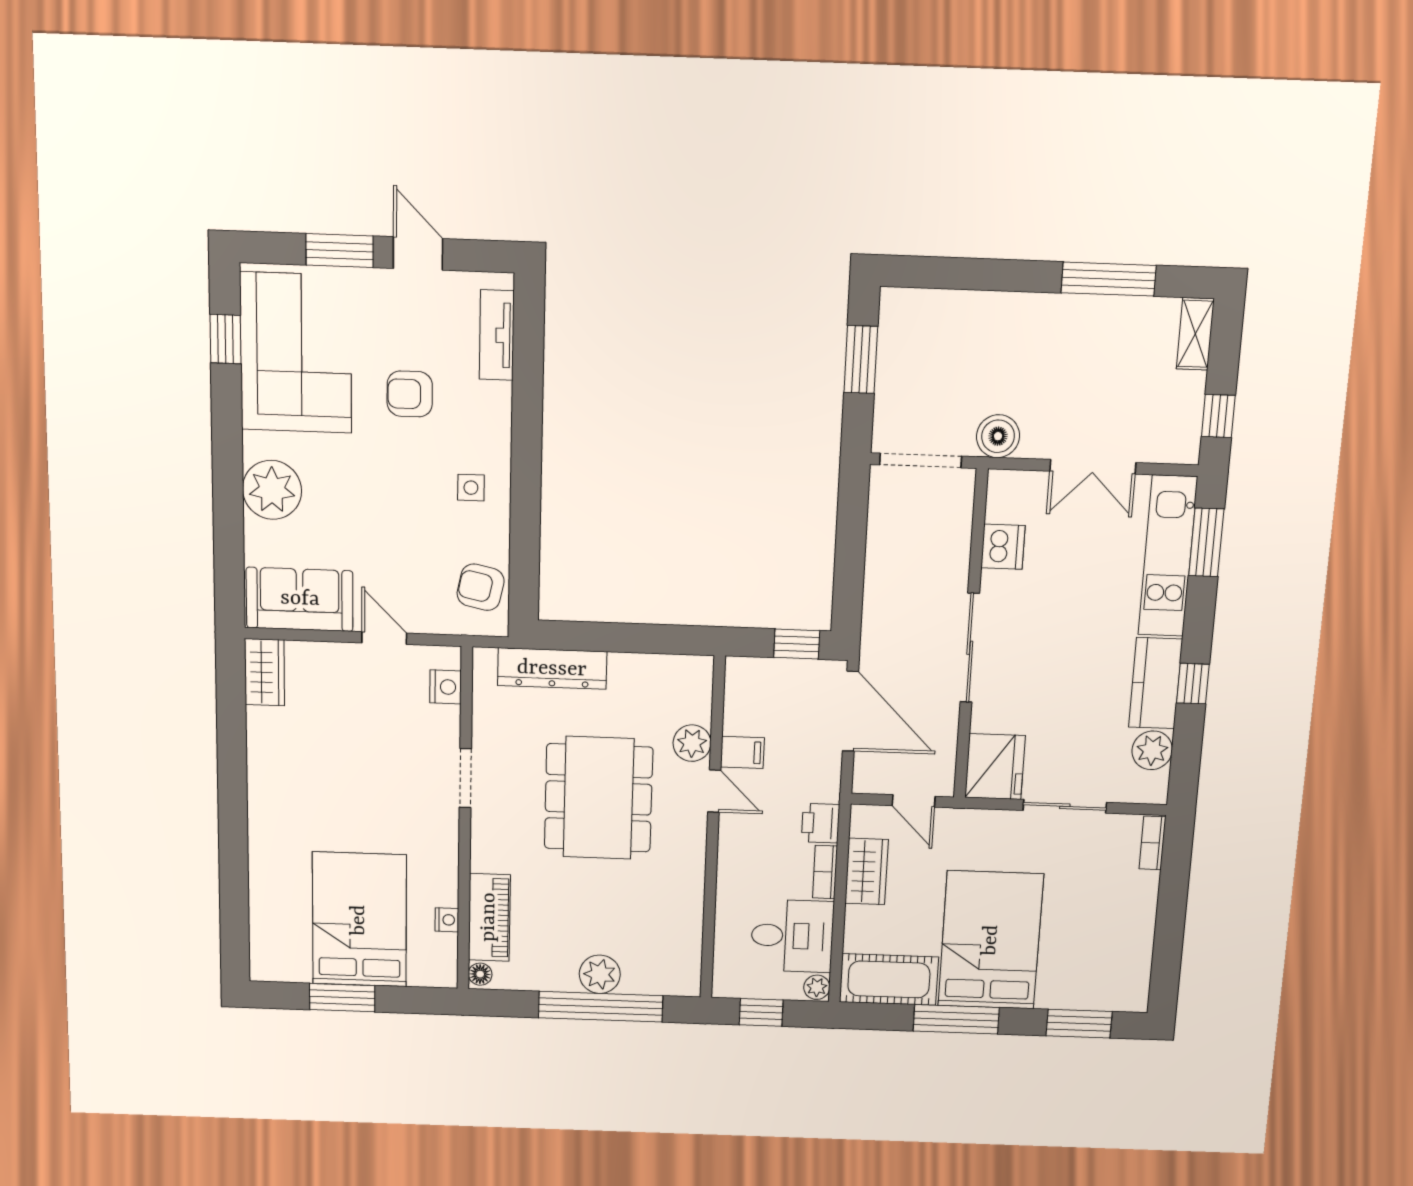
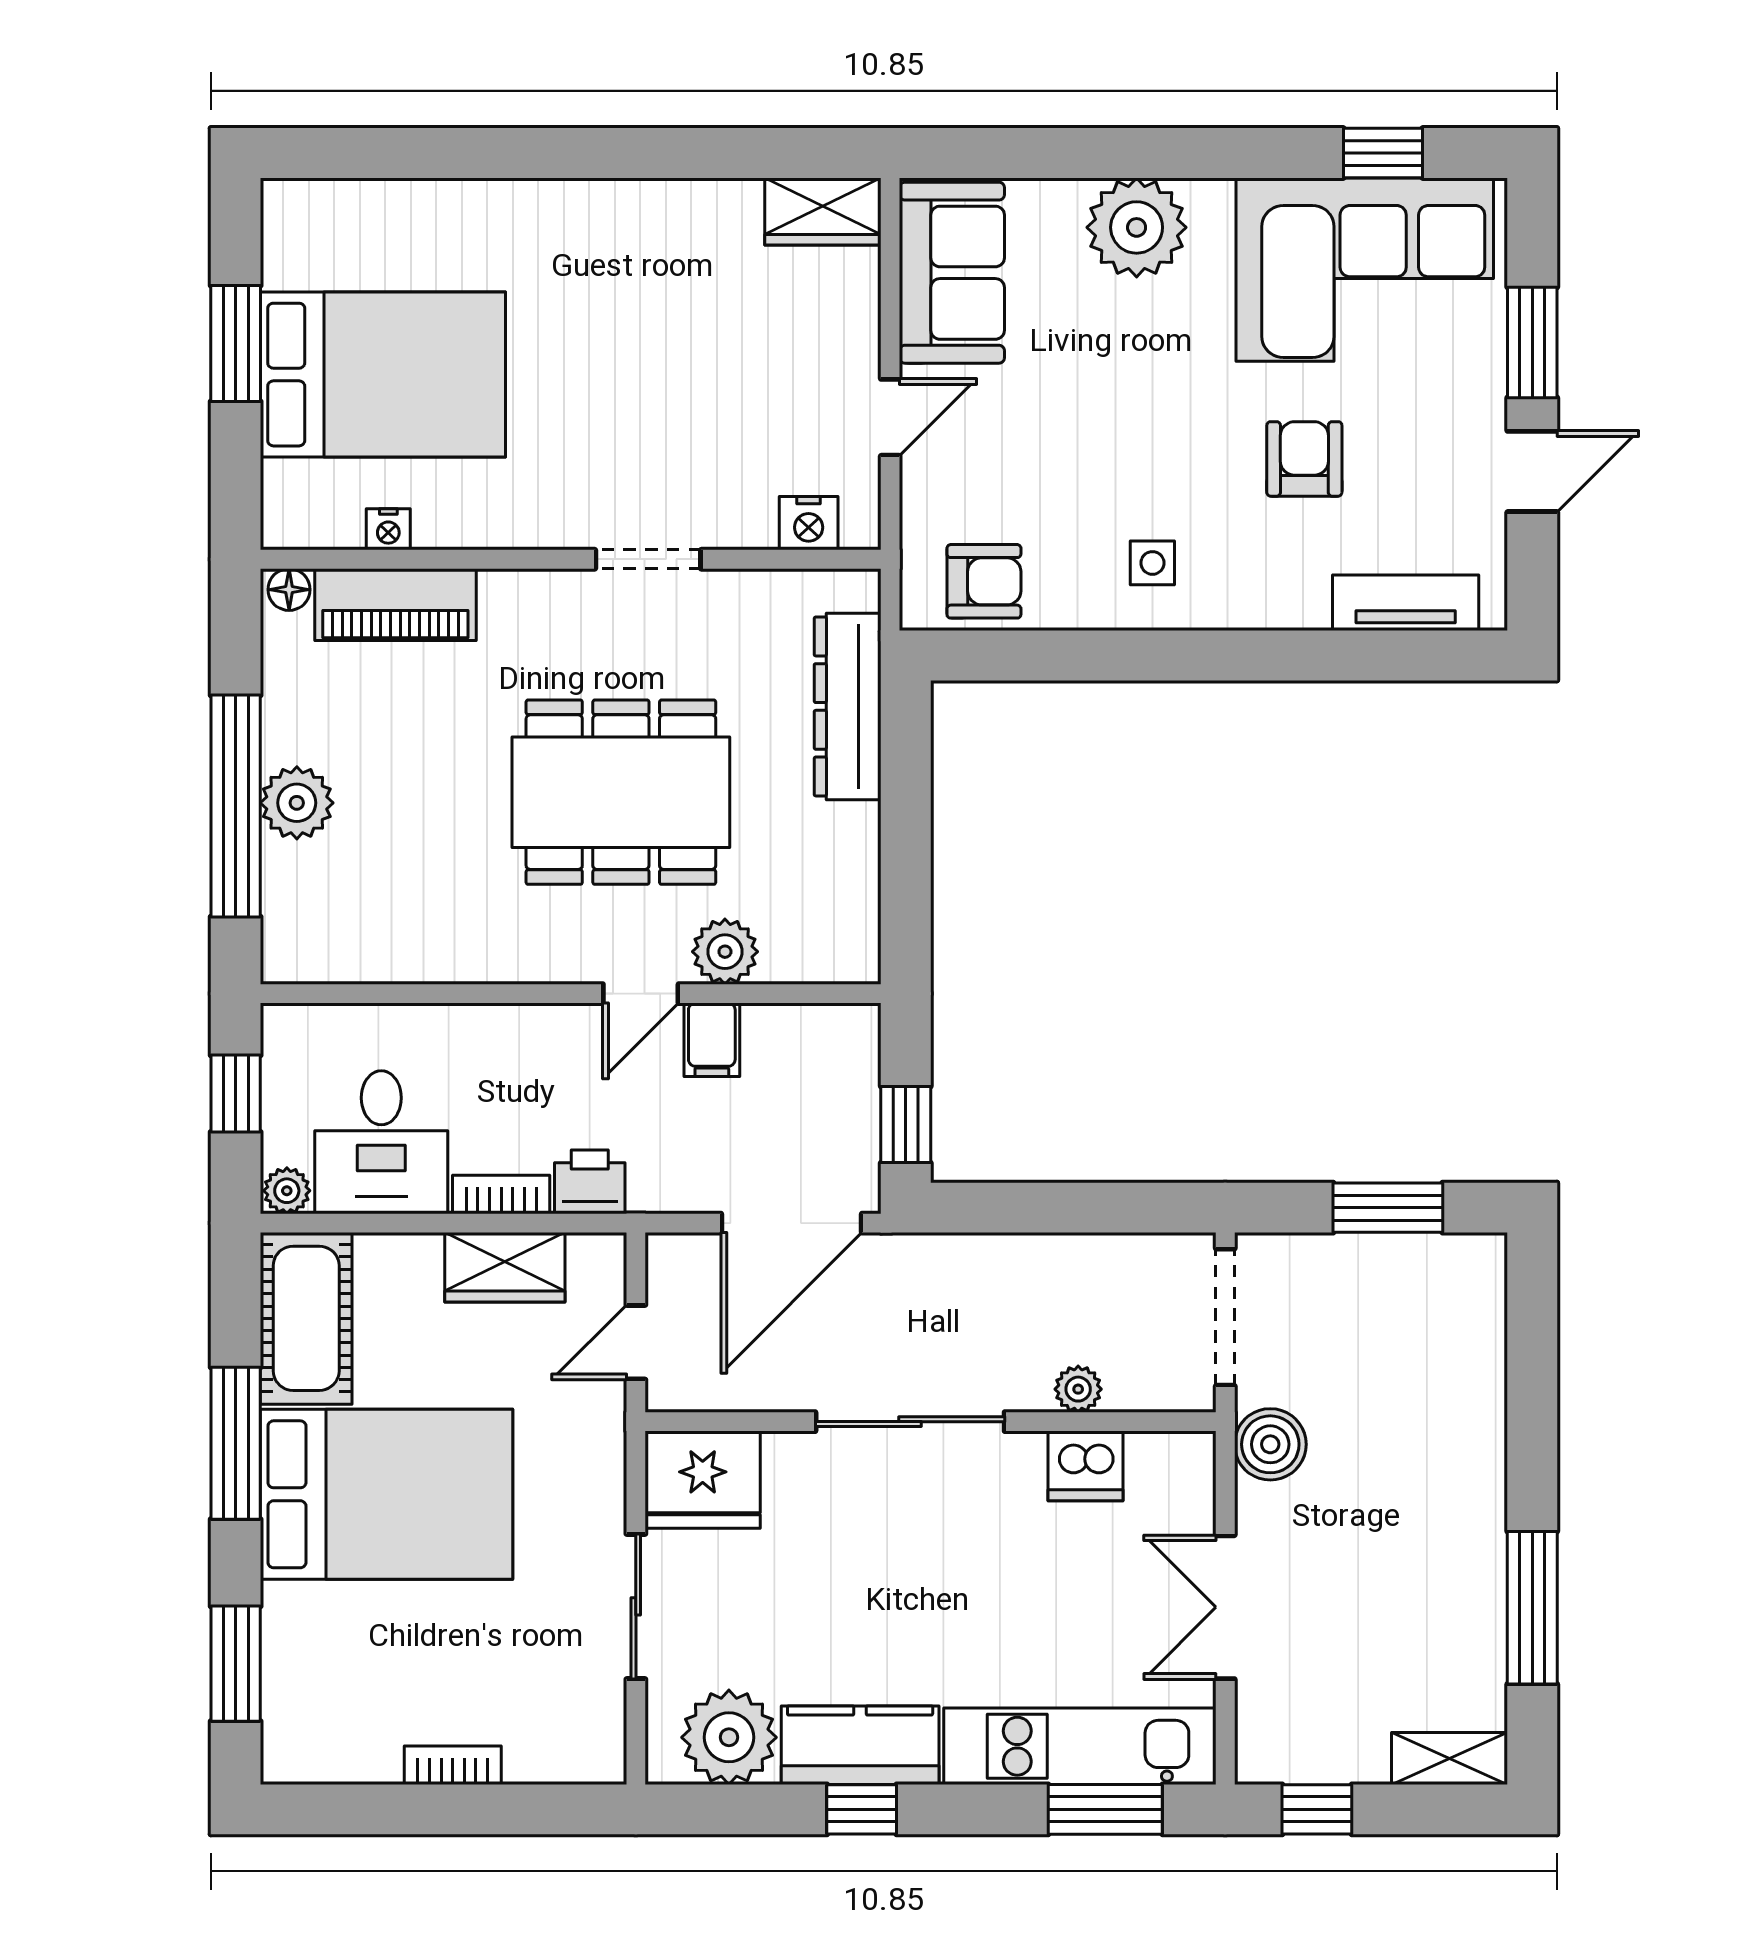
plant: (957, 549) -> (1078, 1389), added
armchair: (481, 587) -> (984, 581), turned 78
plant: (1152, 750) -> (729, 1737), width x1.36, depth x1.36
bookcase: (1152, 843) -> (453, 1765), moved

